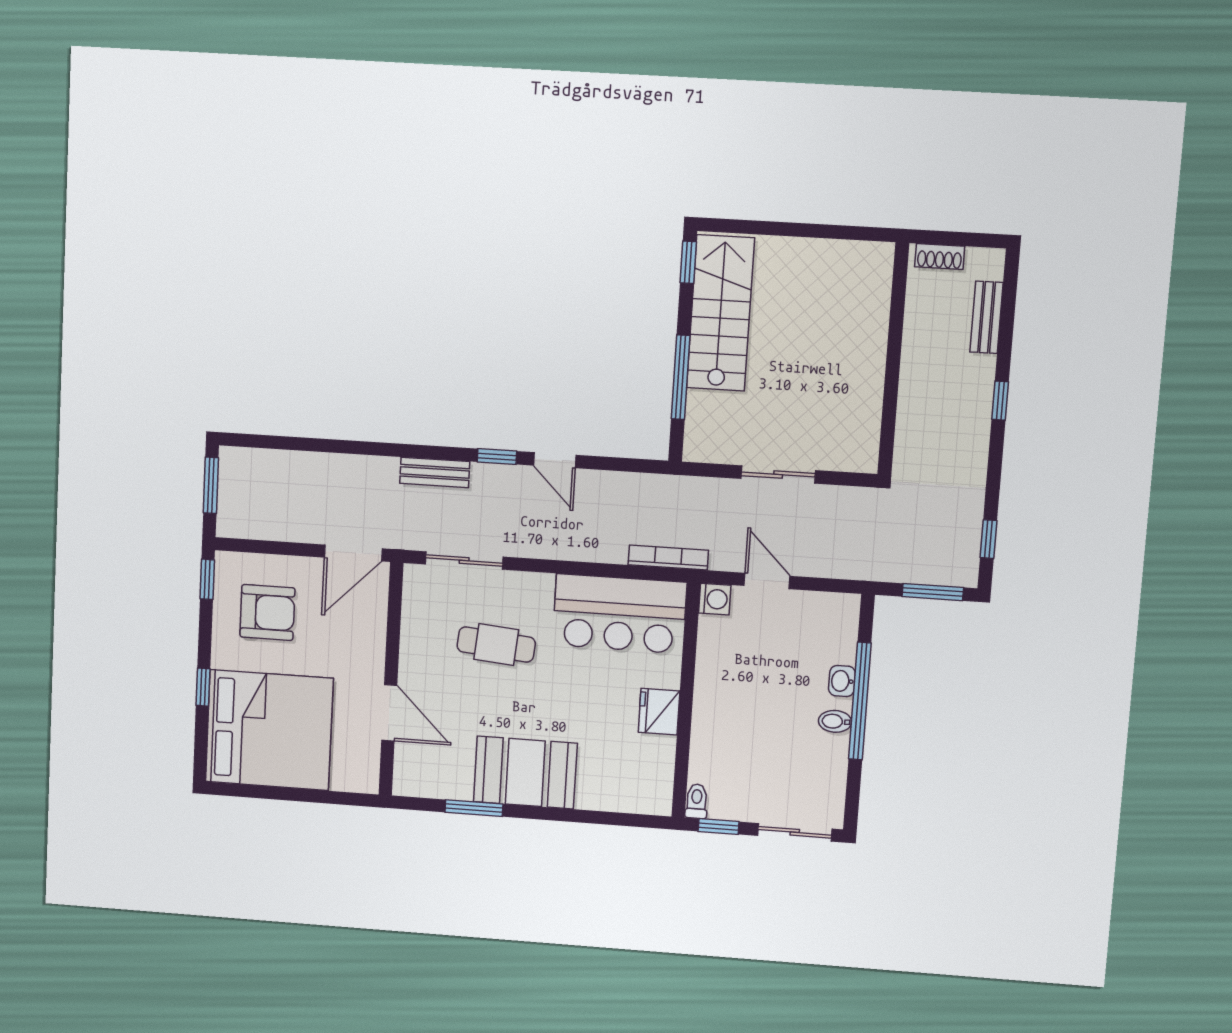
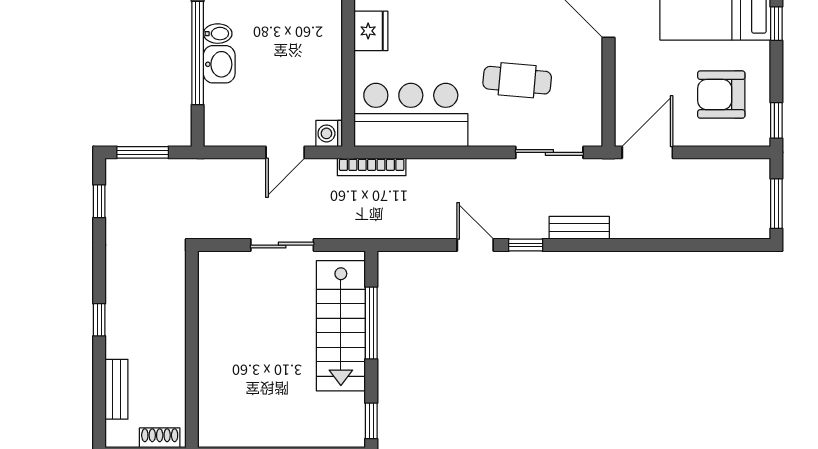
stairs: (721, 313) -> (341, 326), moved
door: (767, 581) -> (285, 152), hinge flipped
washbasin: (842, 681) -> (219, 64), width x1.38, depth x1.45

